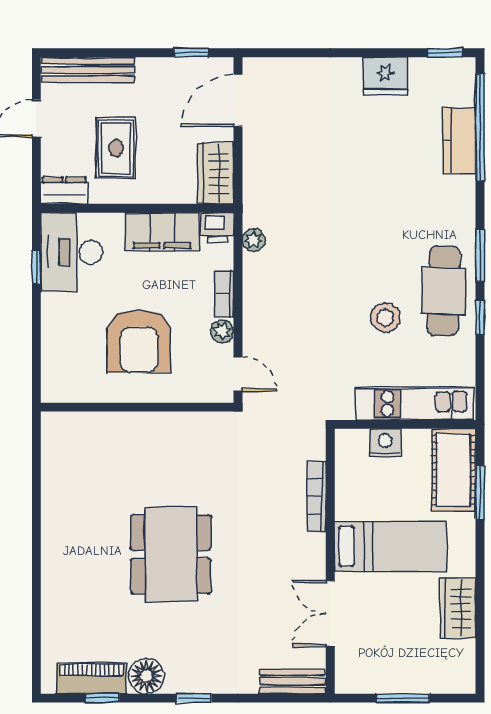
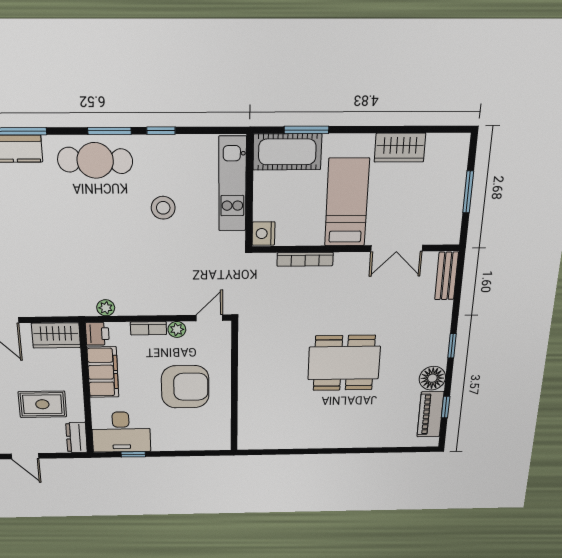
cafe table: (444, 291) -> (95, 160), moved
nightstand: (385, 443) -> (263, 234), moved

